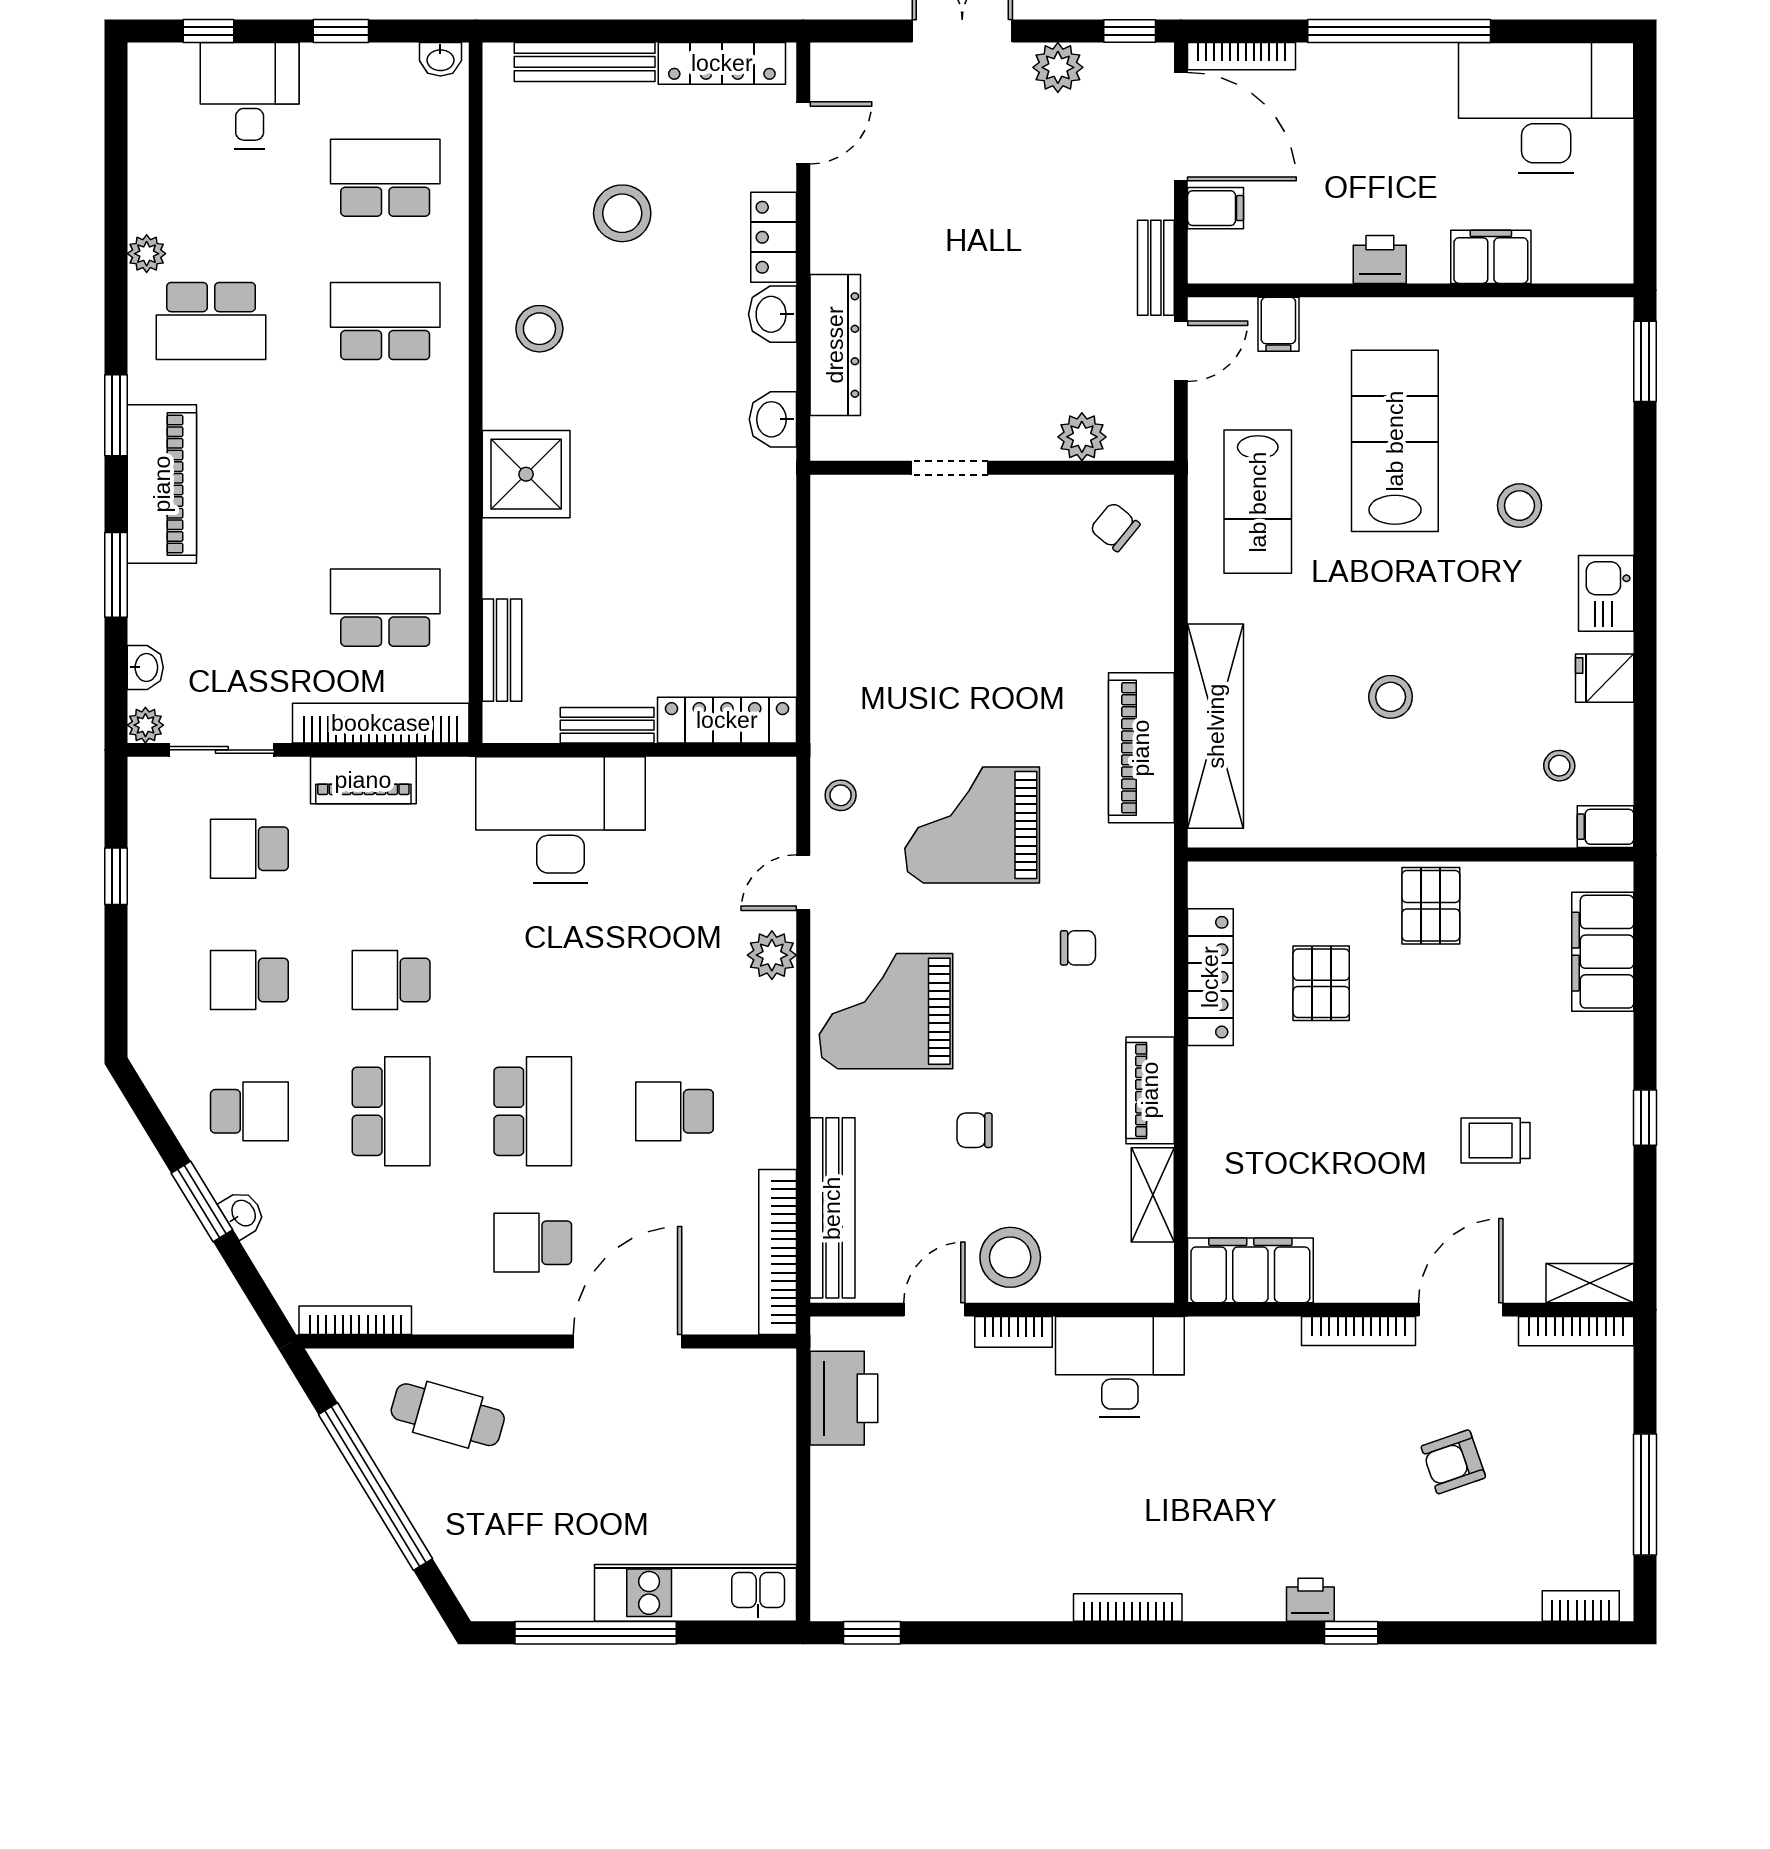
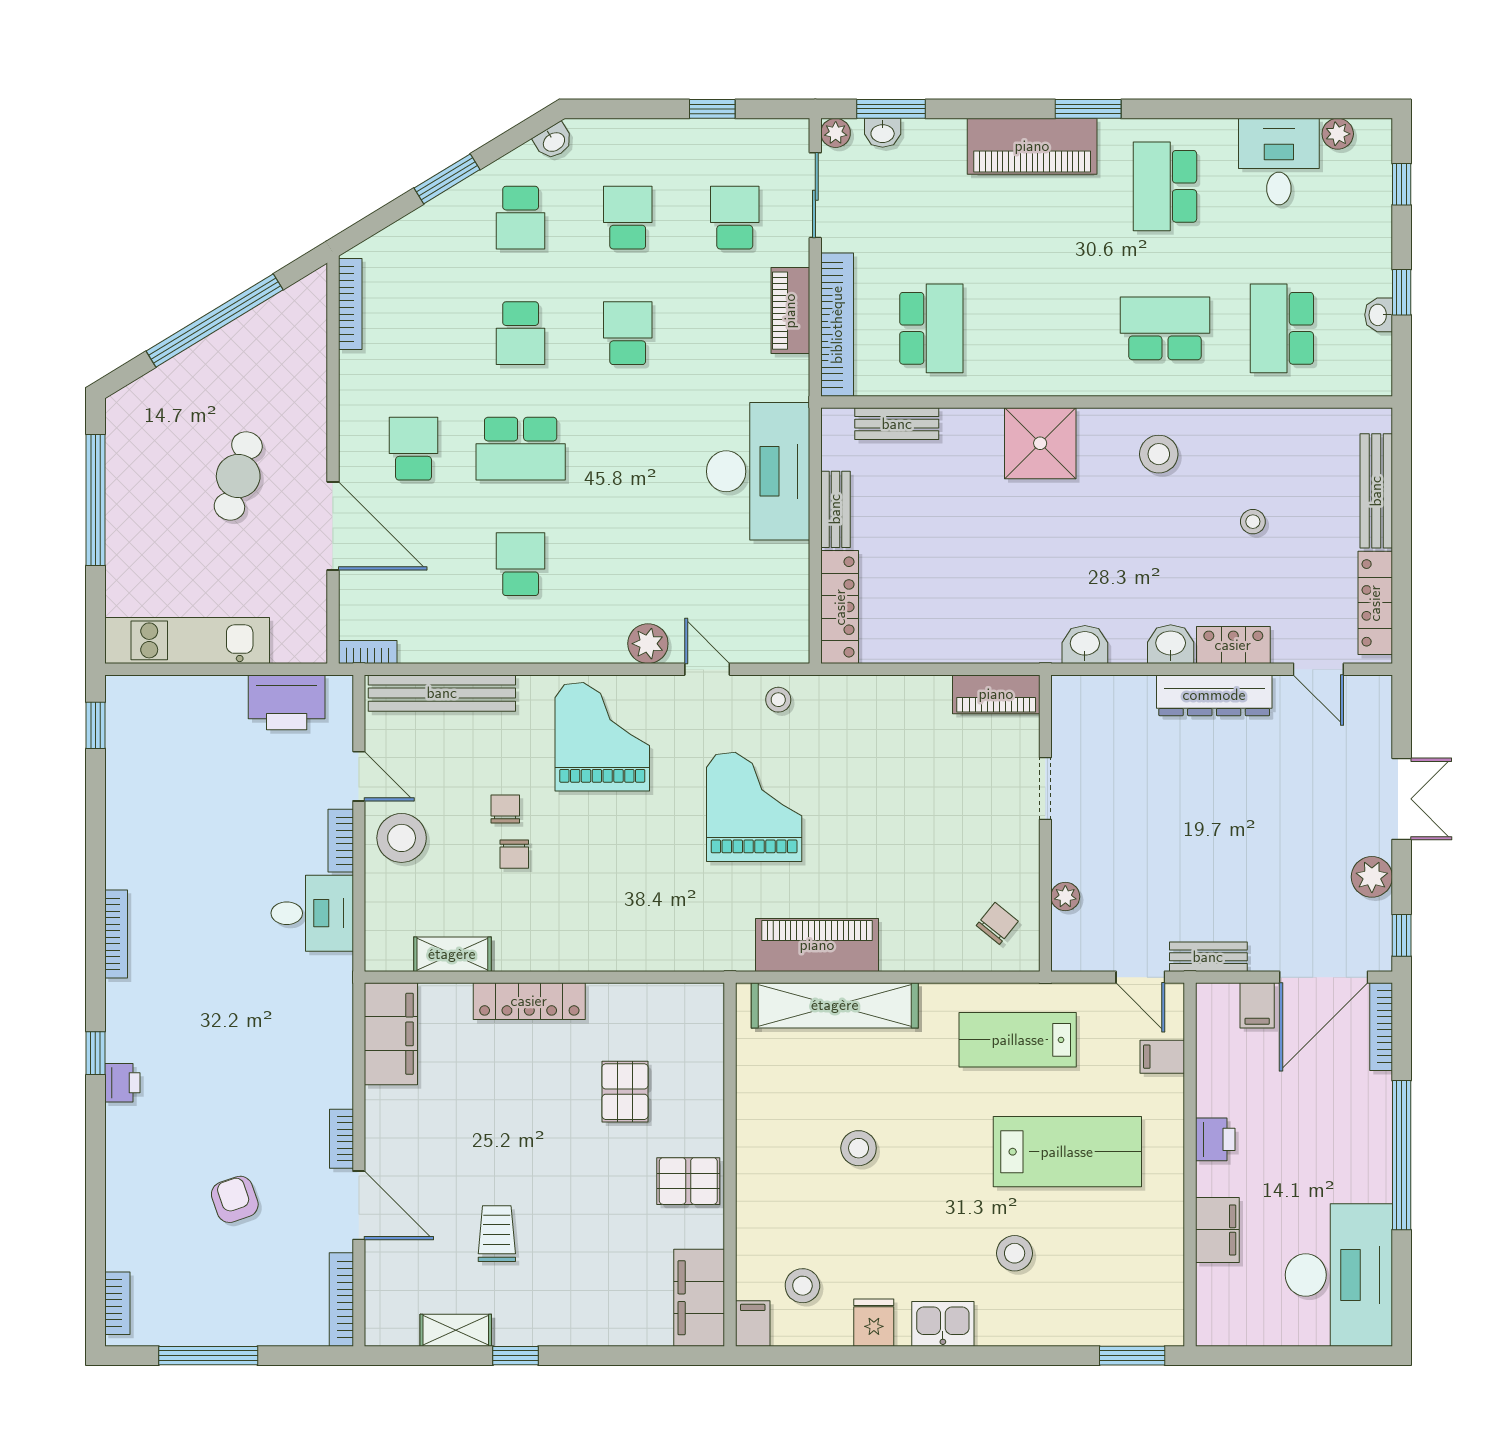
washbasin: (440, 59) -> (1379, 315), moved
desk: (250, 96) -> (1279, 162), moved, turned -90
school desk: (385, 178) -> (1282, 328), turned 180
stool: (622, 213) -> (1253, 522), width x0.53, depth x0.53
plant: (147, 254) -> (1338, 134), moved
school desk: (385, 321) -> (1165, 328), turned -90
dresser: (835, 345) -> (1214, 695), moved
plant: (1082, 437) -> (1065, 897), width x0.73, depth x0.73
window: (116, 575) -> (891, 109), moved
stool: (1559, 766) -> (802, 1286), width x1.37, depth x1.37
chair: (1078, 948) -> (514, 854), moved
filing cabinet: (1603, 952) -> (699, 1298), moved, turned -90
locker: (1210, 977) -> (529, 1001), moved
pallet: (1321, 983) -> (625, 1092), turned 90
piano: (1150, 1090) -> (996, 694), moved, turned 180
school desk: (391, 1111) -> (521, 333), width x0.54
washbasin: (243, 1214) -> (553, 141), moved
bookcase: (778, 1252) -> (368, 652), width x0.43, depth x0.76
shelving: (1590, 1283) -> (456, 1330), moved, turned 90
bookcase: (1359, 1331) -> (341, 1139), width x0.64
desk: (1120, 1367) -> (312, 913), width x0.73
cafe table: (448, 1415) -> (238, 476), moved
kitchen unit: (695, 1593) -> (187, 640), moved, turned -90
window: (1351, 1633) -> (95, 1053), moved

